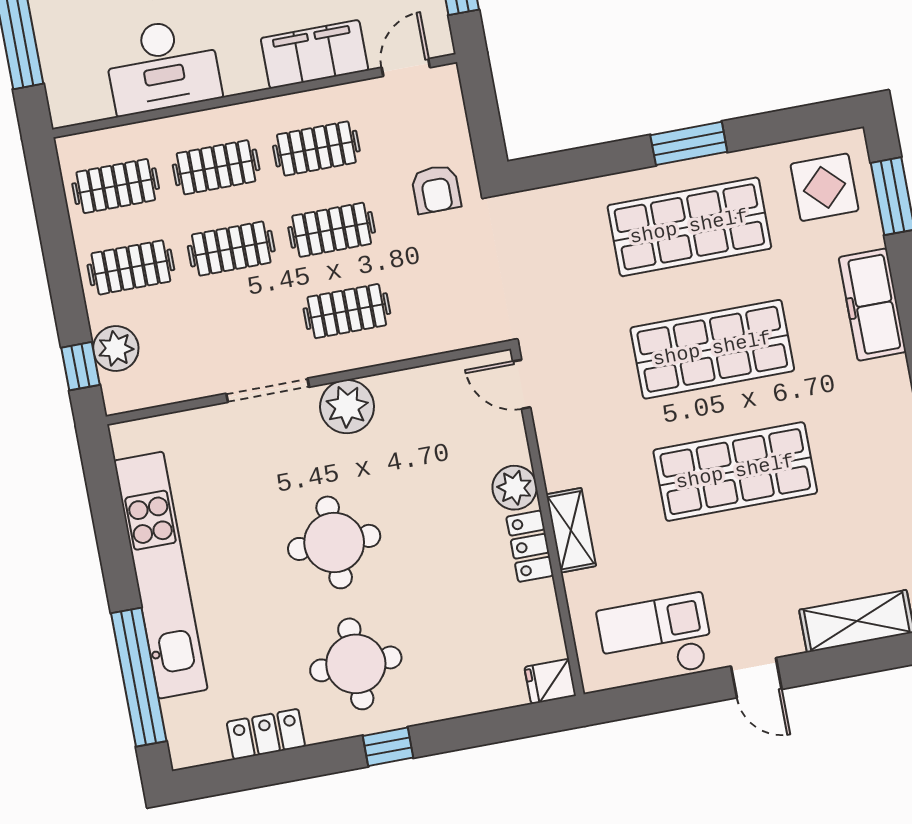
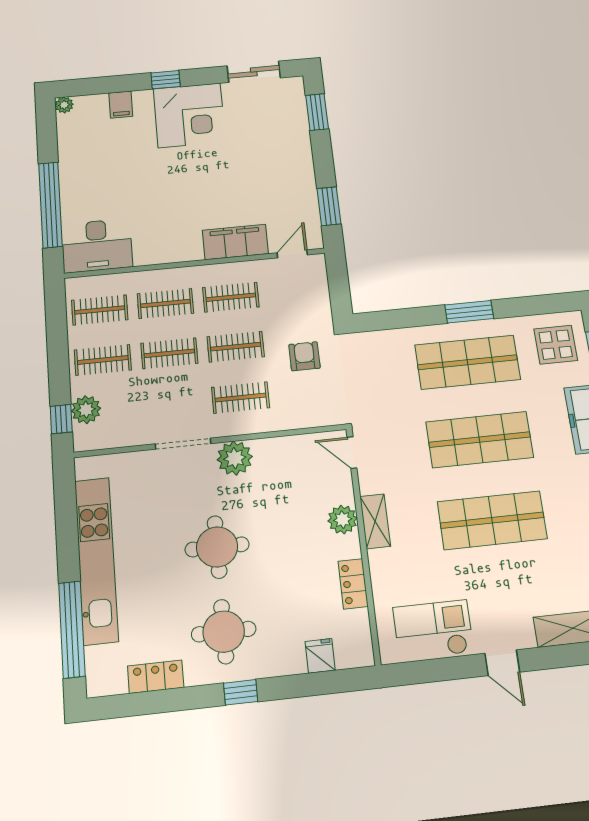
desk: (163, 66) -> (97, 246), moved
armchair: (436, 189) -> (304, 356), moved, turned 180
shelving: (571, 530) -> (375, 521), moved
locker: (530, 546) -> (353, 584), moved
fridge: (550, 681) -> (320, 656), moved, turned 90

